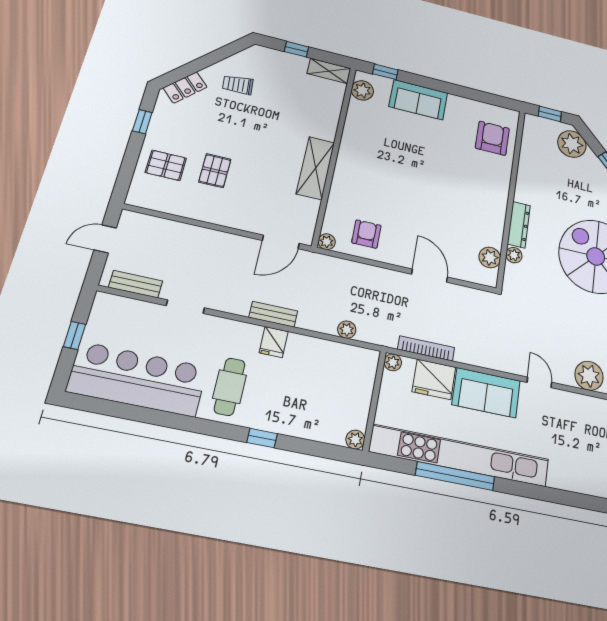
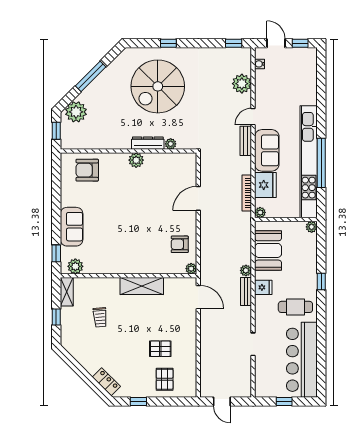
trolley: (238, 85) -> (100, 317), moved
plant: (490, 258) -> (136, 160), moved
bench: (136, 284) -> (246, 141), moved
plant: (347, 330) -> (246, 270), moved
booth: (331, 362) -> (268, 250), added

